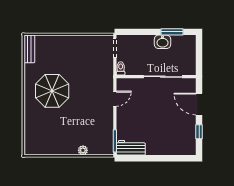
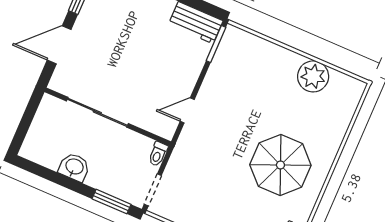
window: (172, 32) -> (111, 202), moved
door: (199, 104) -> (59, 45), swing flipped
plant: (83, 150) -> (313, 76), moved, width x1.88, depth x1.88

